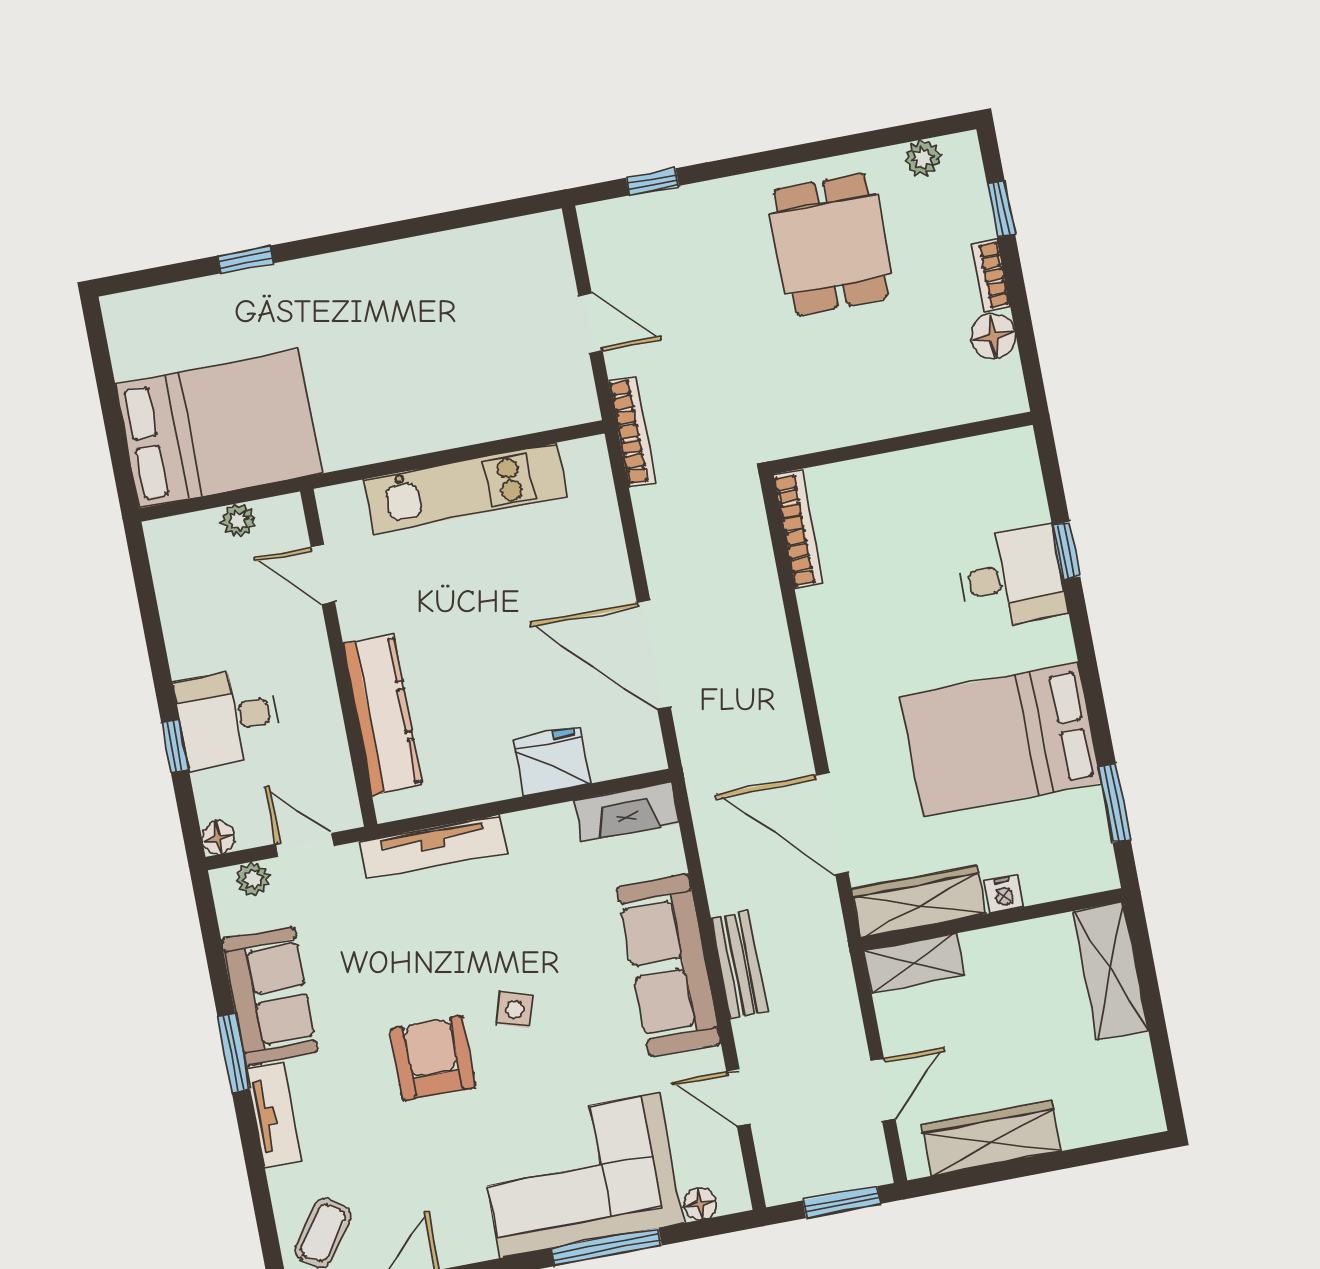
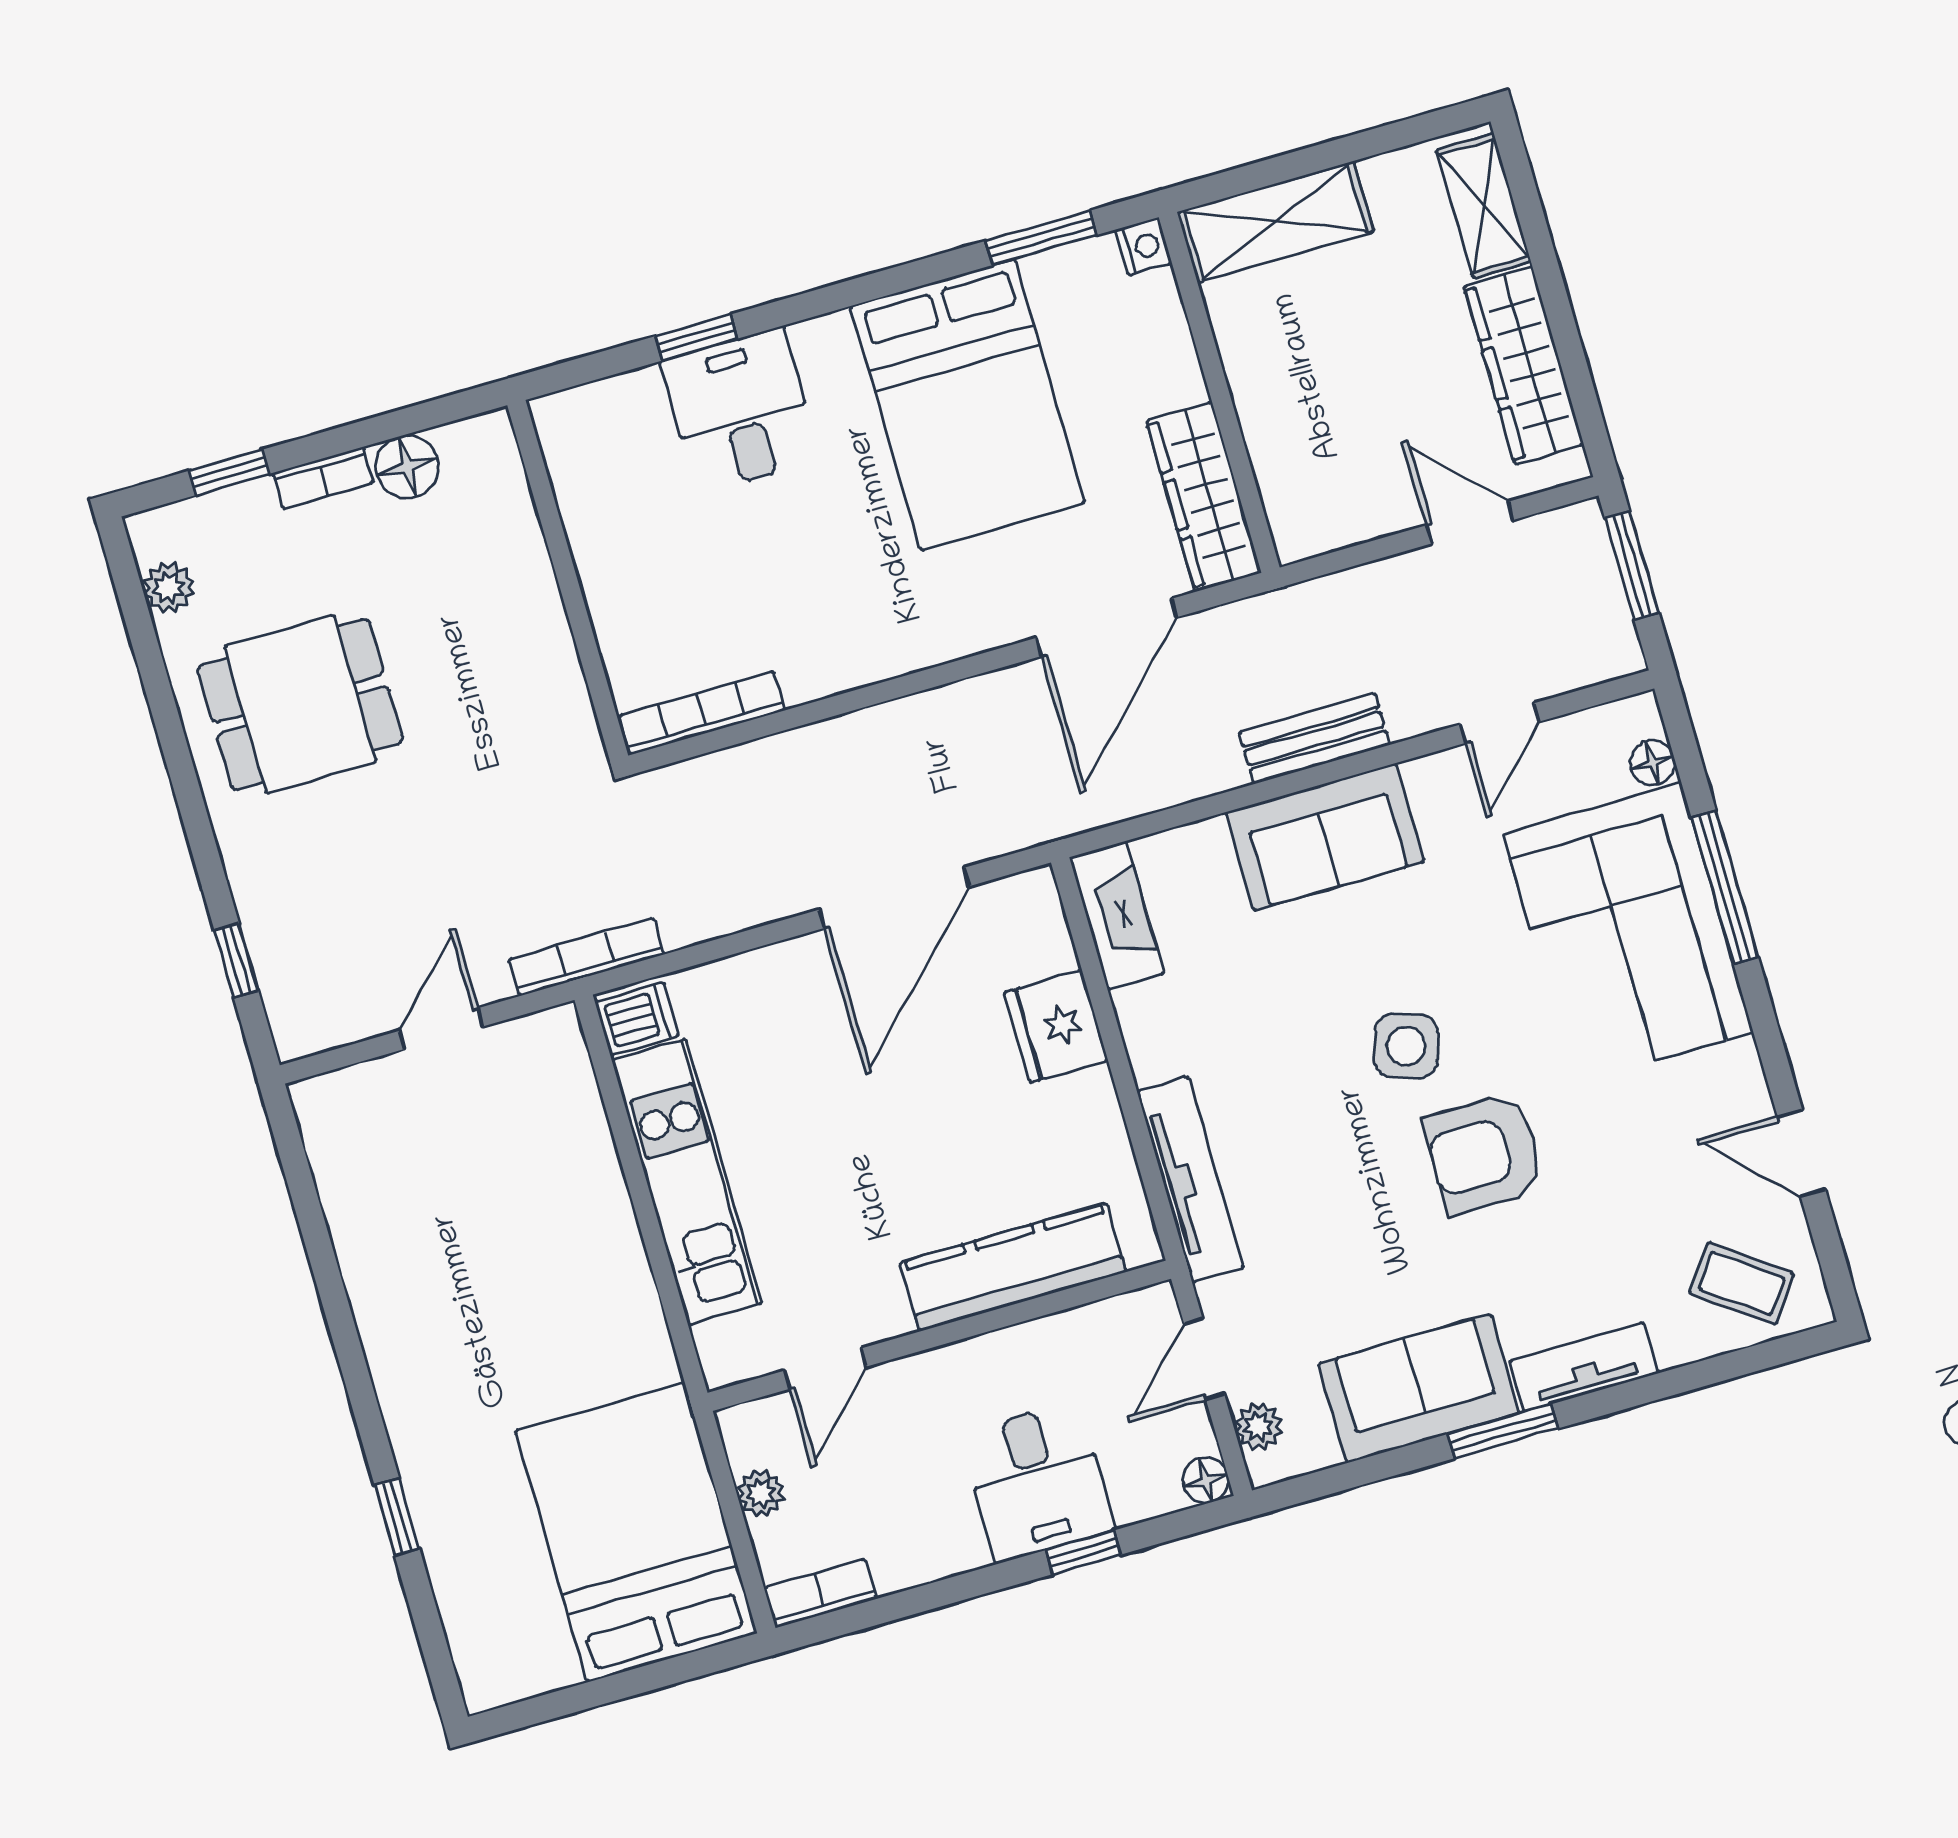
dishwasher: (585, 463) -> (637, 1019), added
bookcase: (163, 556) -> (820, 1593), added
nightstand: (1004, 894) -> (1144, 247), moved
shelving: (914, 963) -> (1484, 206), moved
sofa: (669, 965) -> (1325, 837), width x0.73
side table: (514, 1009) -> (1406, 1046), width x1.37, depth x1.37

